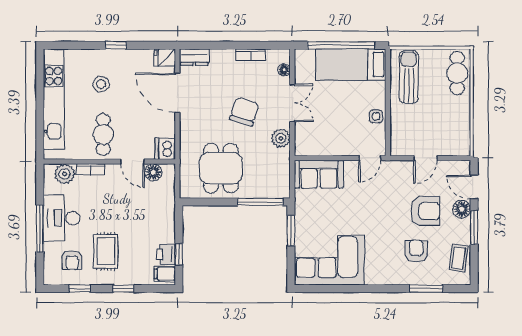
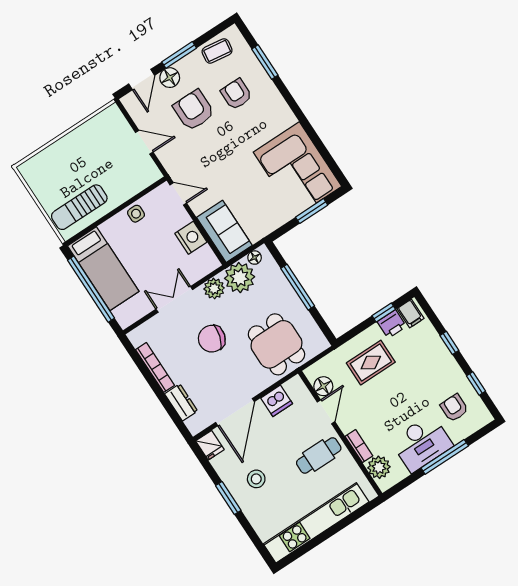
window: (116, 45) -> (228, 498), width x1.50
bookcase: (251, 55) -> (155, 367), width x1.56
dresser: (194, 57) -> (181, 402), moved
floor lamp: (284, 70) -> (255, 258), moved
cafe table: (457, 73) -> (46, 165), removed
stool: (101, 84) -> (256, 479), moved
nightstand: (331, 146) -> (191, 238), added
dishwasher: (165, 149) -> (277, 401), moved
plant: (276, 163) -> (240, 278), added
dining table: (221, 168) -> (276, 344), moved, turned 90
window: (260, 202) -> (298, 287), moved
window: (291, 231) -> (312, 211), moved
rug: (106, 251) -> (371, 363), moved
armchair: (416, 251) -> (236, 94), turned 90
armchair: (72, 260) -> (454, 408), turned -90

